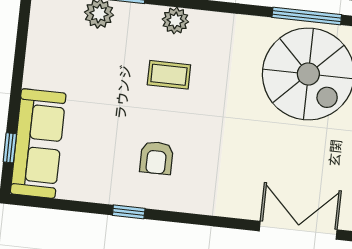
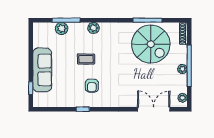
coffee table: (169, 75) -> (86, 59), moved
sofa: (38, 144) -> (42, 70), moved

